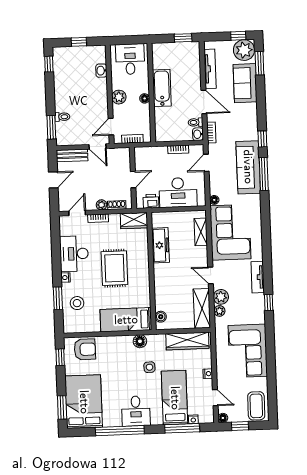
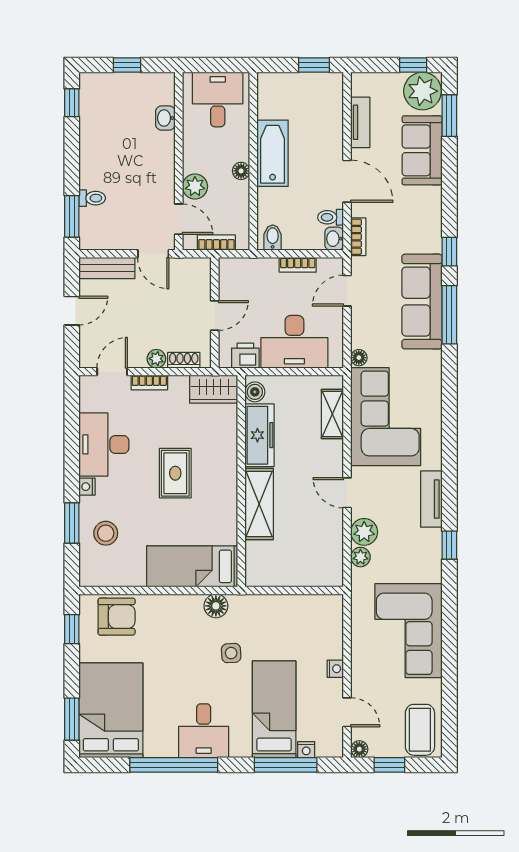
tv unit: (210, 69) -> (360, 122), width x0.71
plant: (119, 97) -> (195, 186), moved
door: (111, 127) -> (179, 219), swing flipped
bidet: (164, 135) -> (273, 237), added
rug: (114, 268) -> (175, 473), width x0.73, depth x0.70
shelving: (202, 308) -> (259, 504), moved
boiler: (161, 317) -> (255, 392), moved
wardrobe: (187, 341) -> (301, 609), removed

